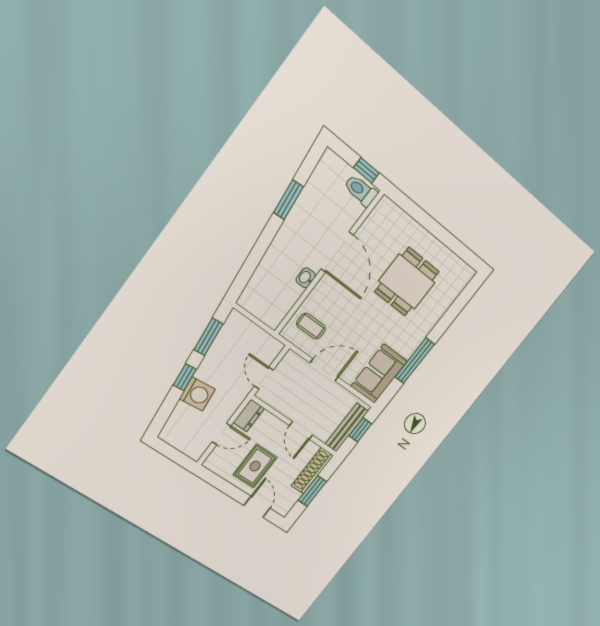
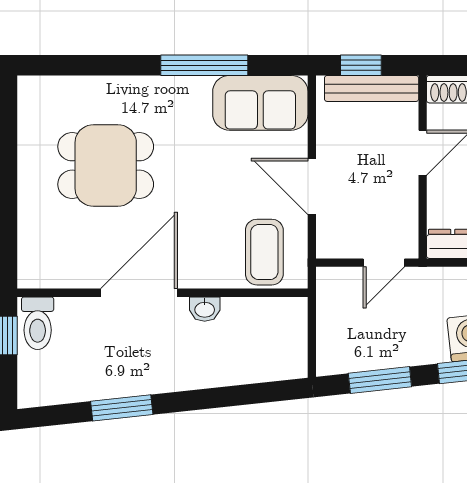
coffee table: (311, 326) -> (264, 252), width x1.36, depth x1.30

